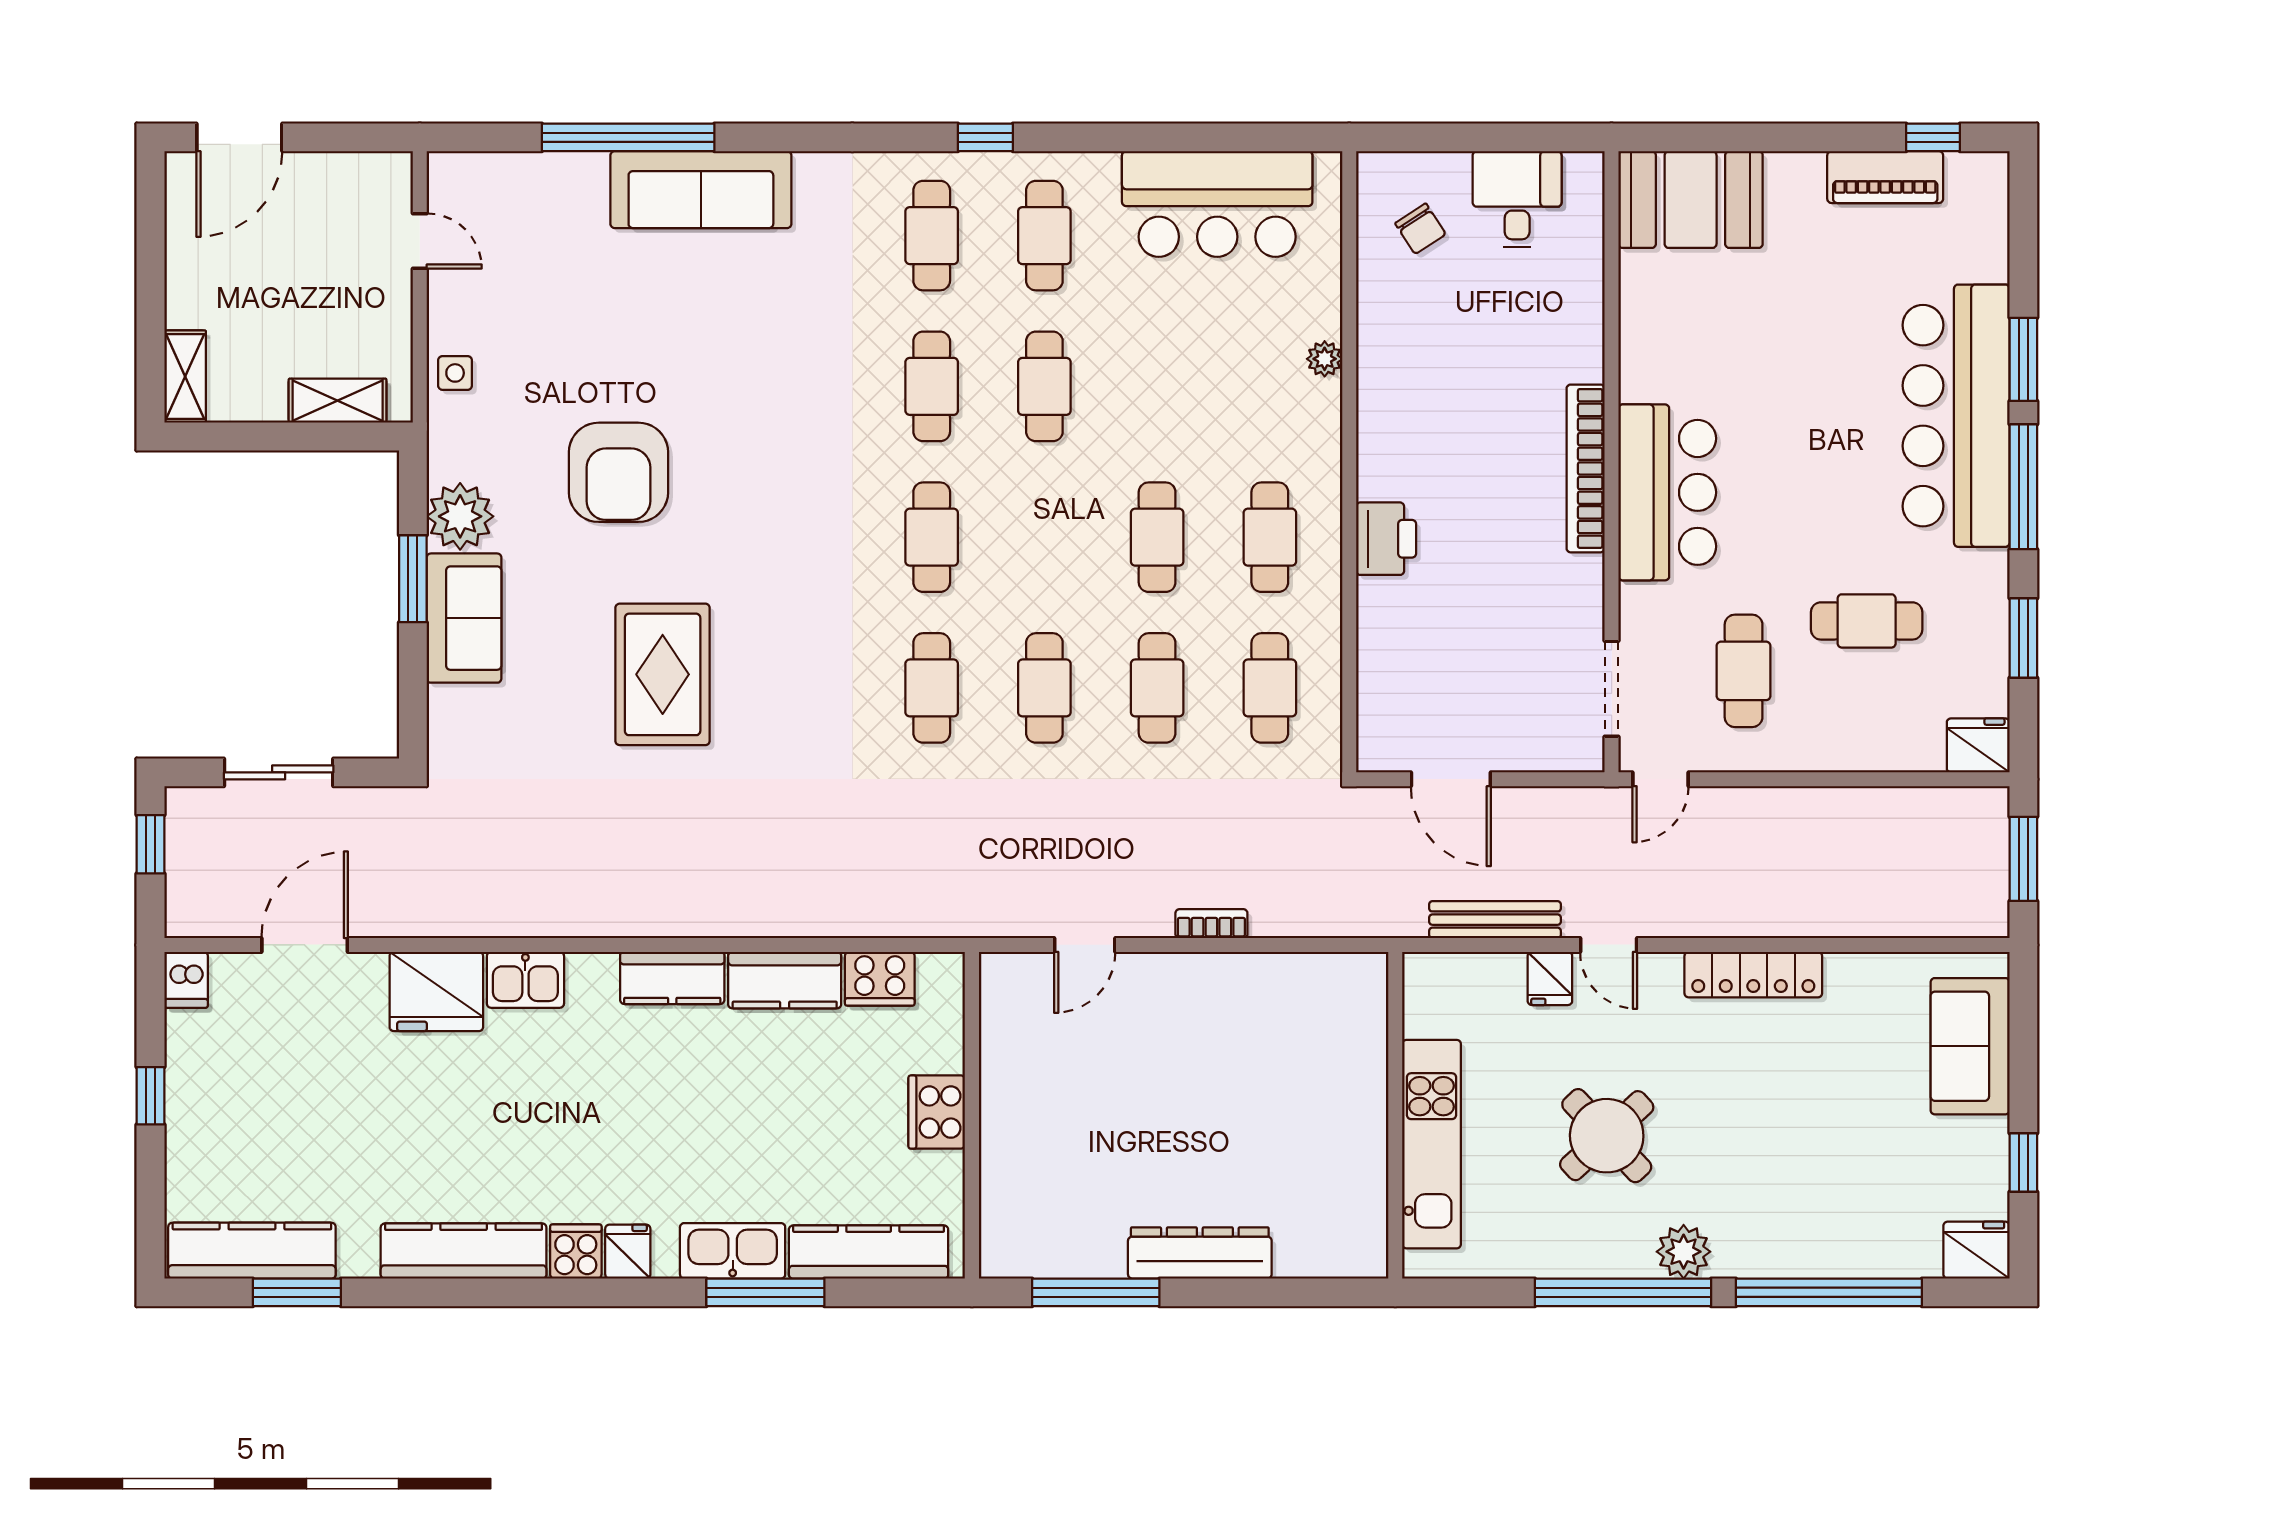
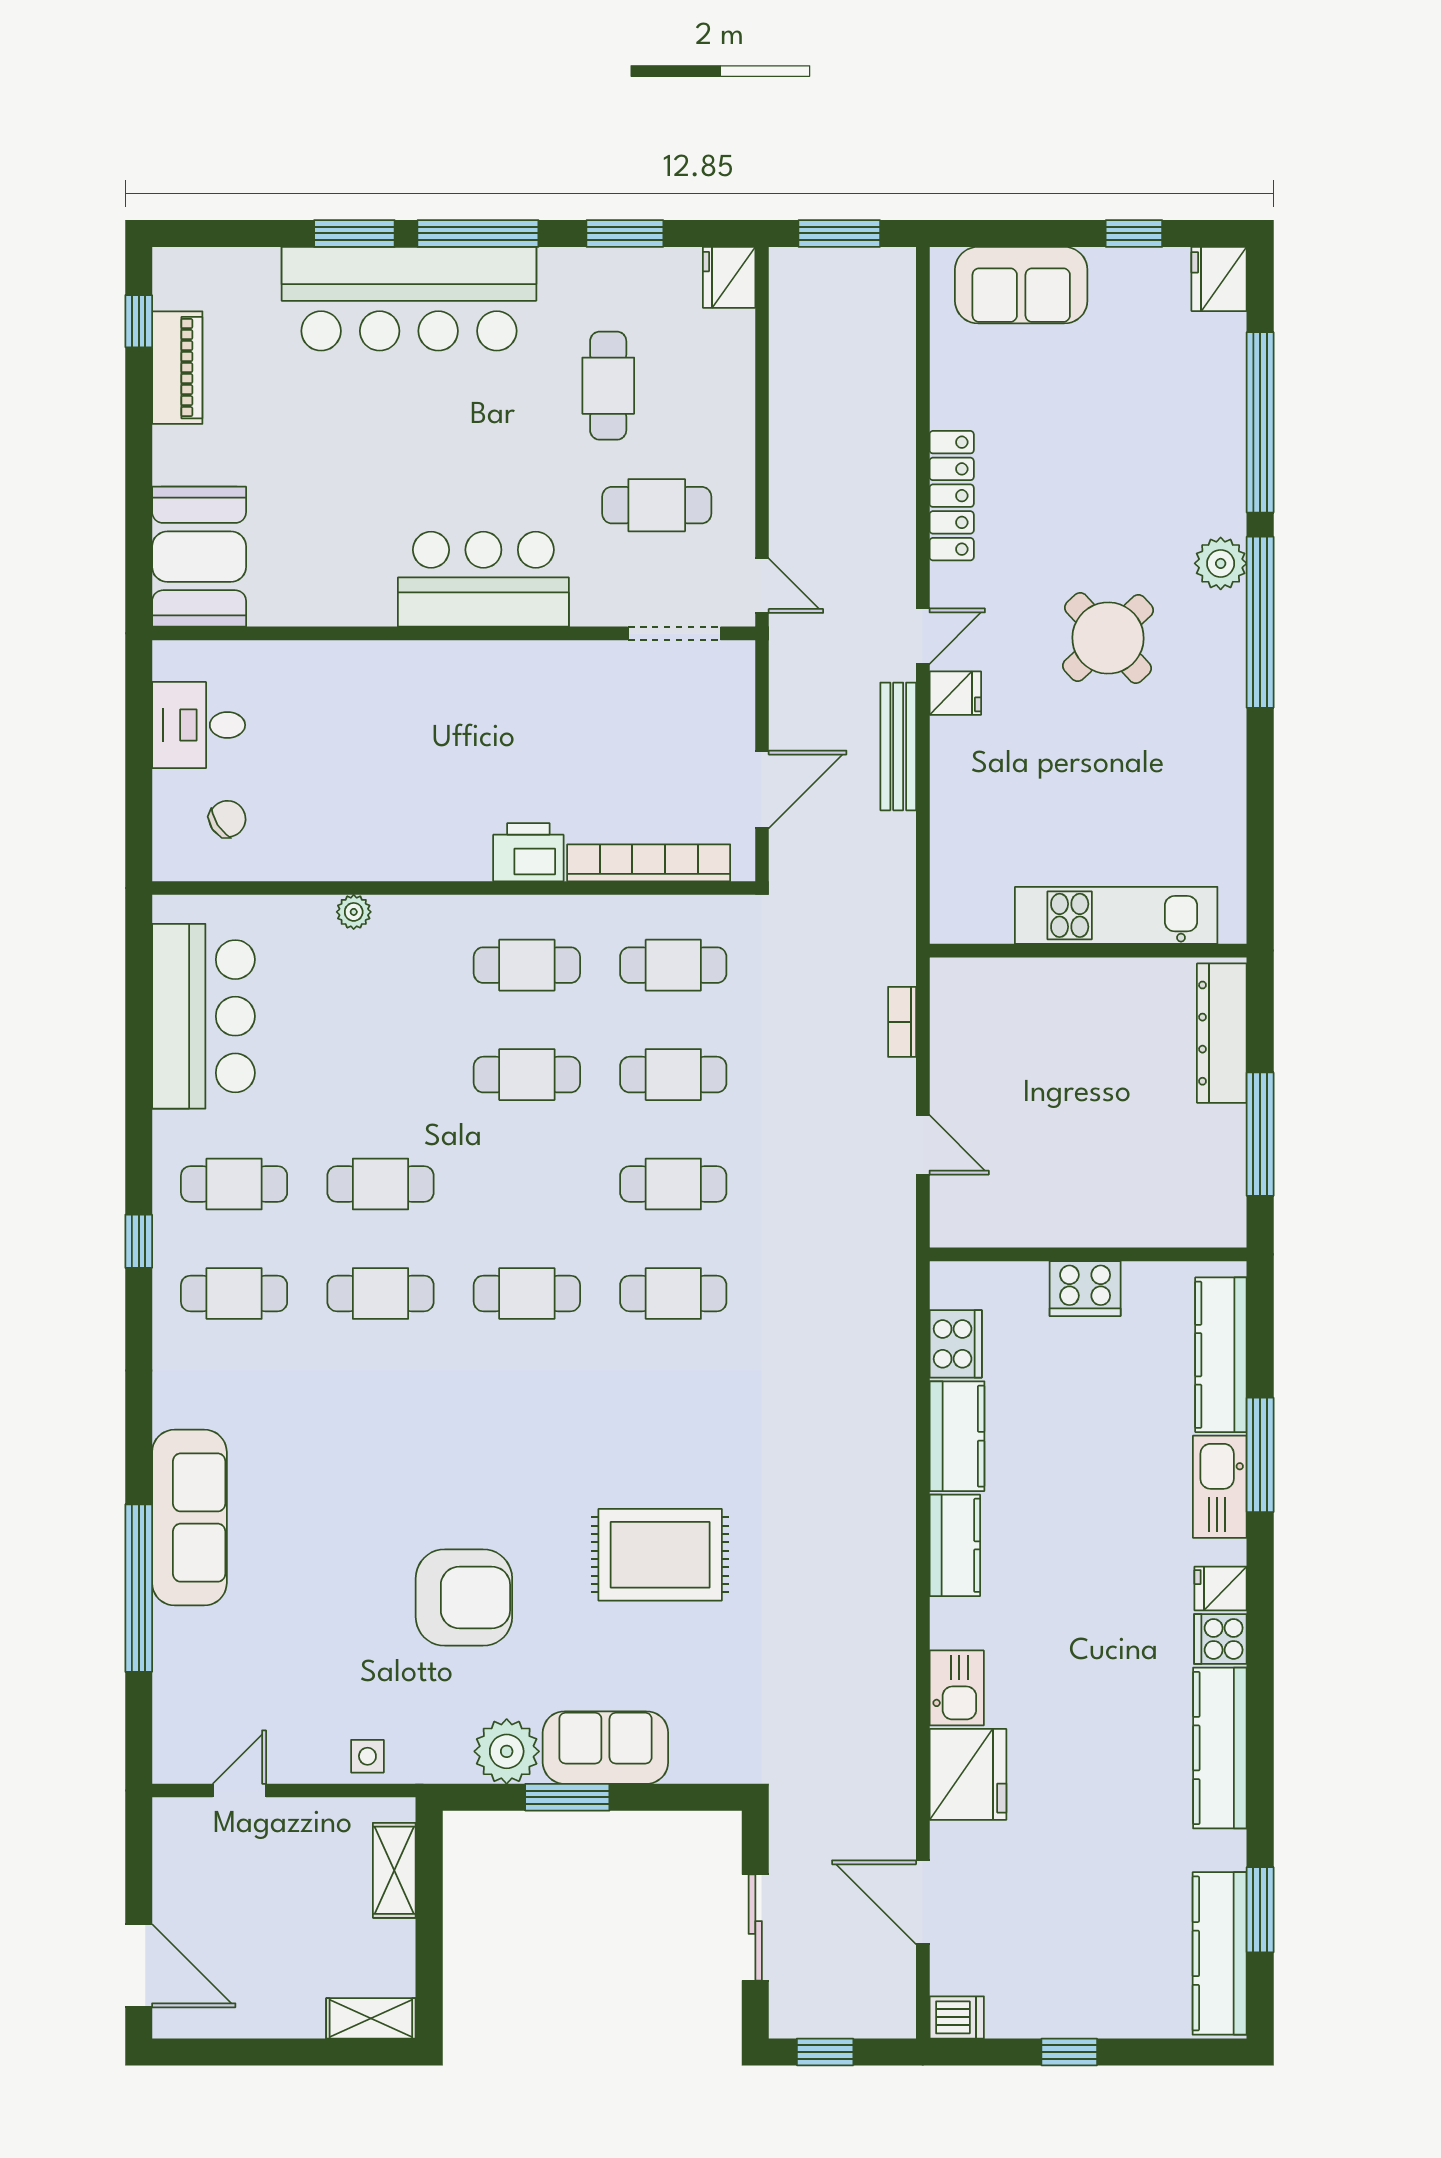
bookcase: (1586, 468) -> (649, 863), moved, turned 180
wall: (1395, 1115) -> (1088, 951), moved
kitchen unit: (1432, 1144) -> (1116, 915), moved

